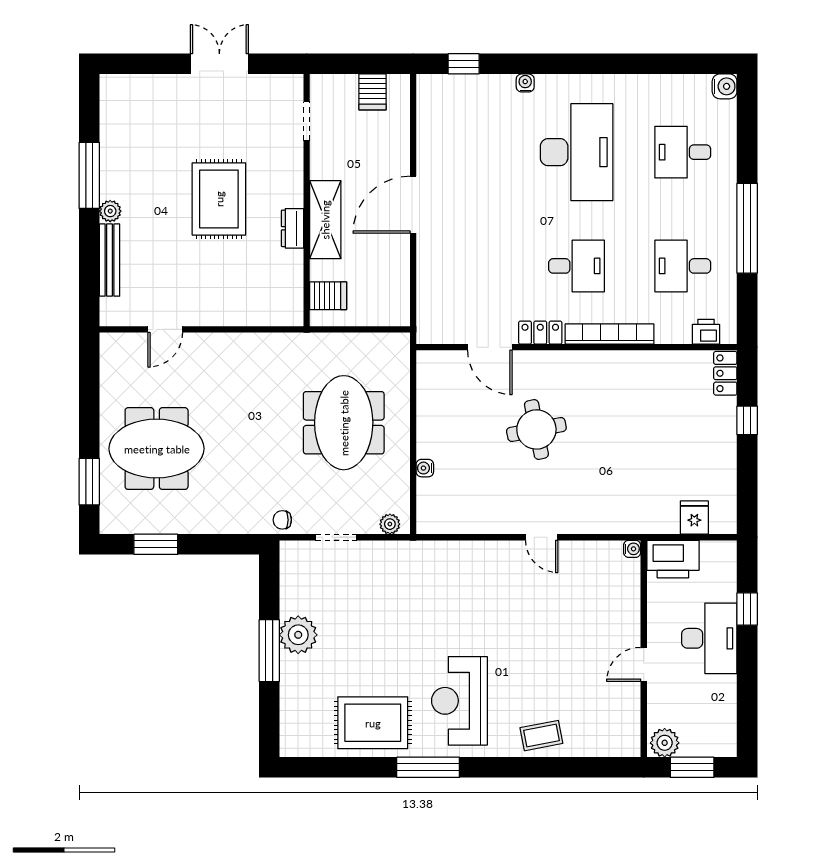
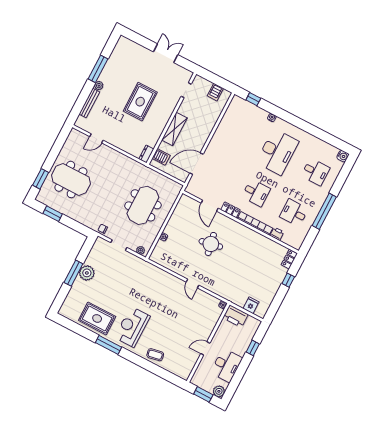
desk: (683, 152) -> (315, 172), turned 180
door: (413, 205) -> (196, 164), moved
dresser: (293, 228) -> (146, 154), moved
printer: (706, 332) -> (277, 234), moved
desk: (709, 638) -> (226, 365), moved
plant: (665, 743) -> (219, 391), moved

